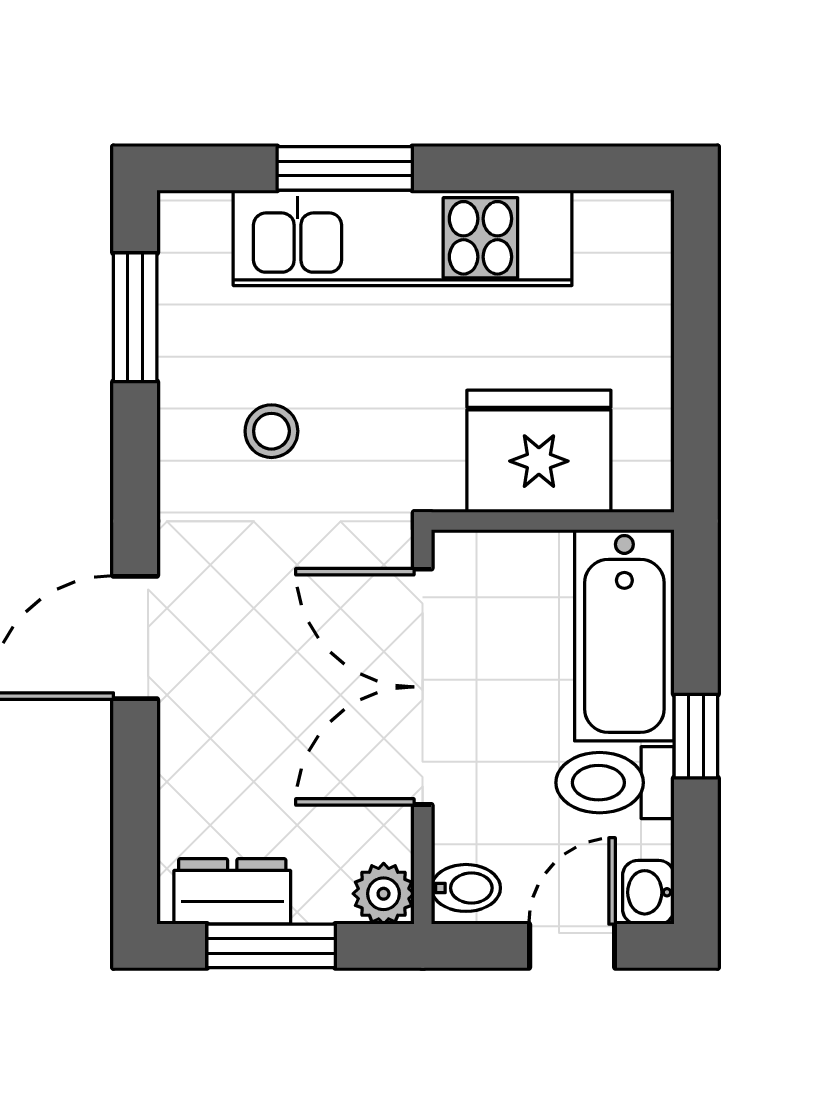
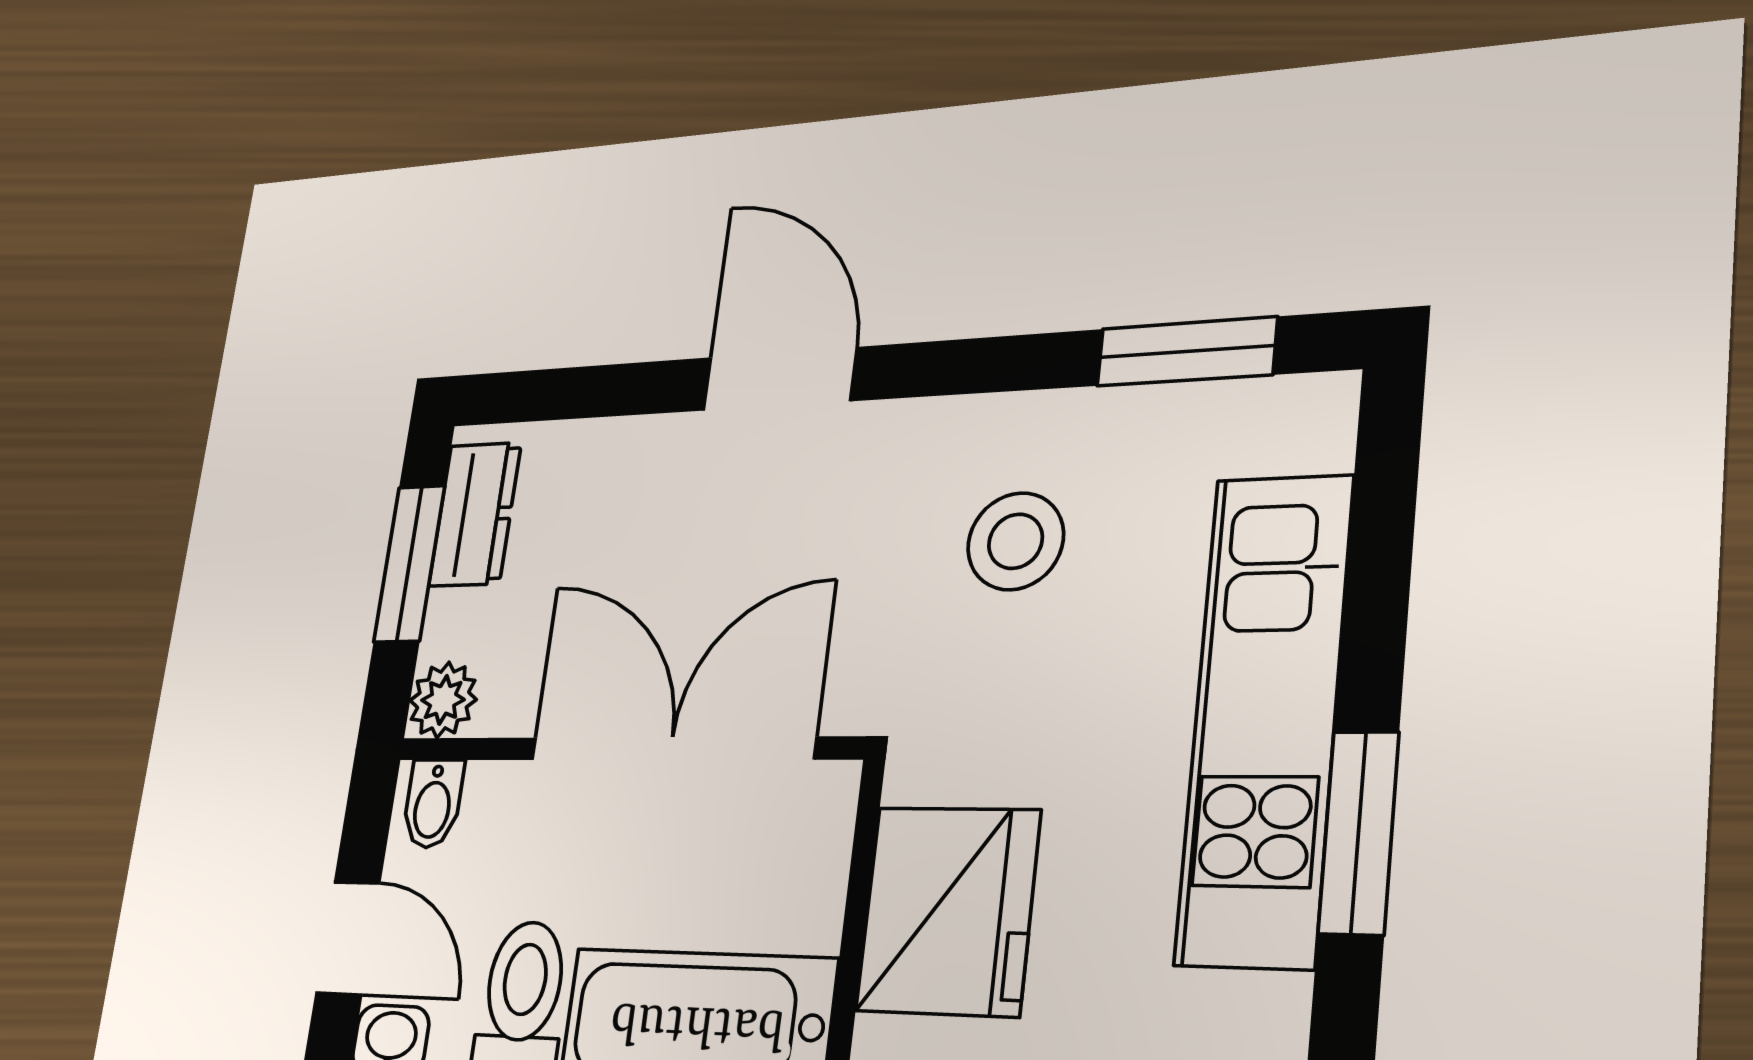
window: (345, 168) -> (1359, 833), moved
stool: (271, 431) -> (1016, 541), width x1.37, depth x1.37

